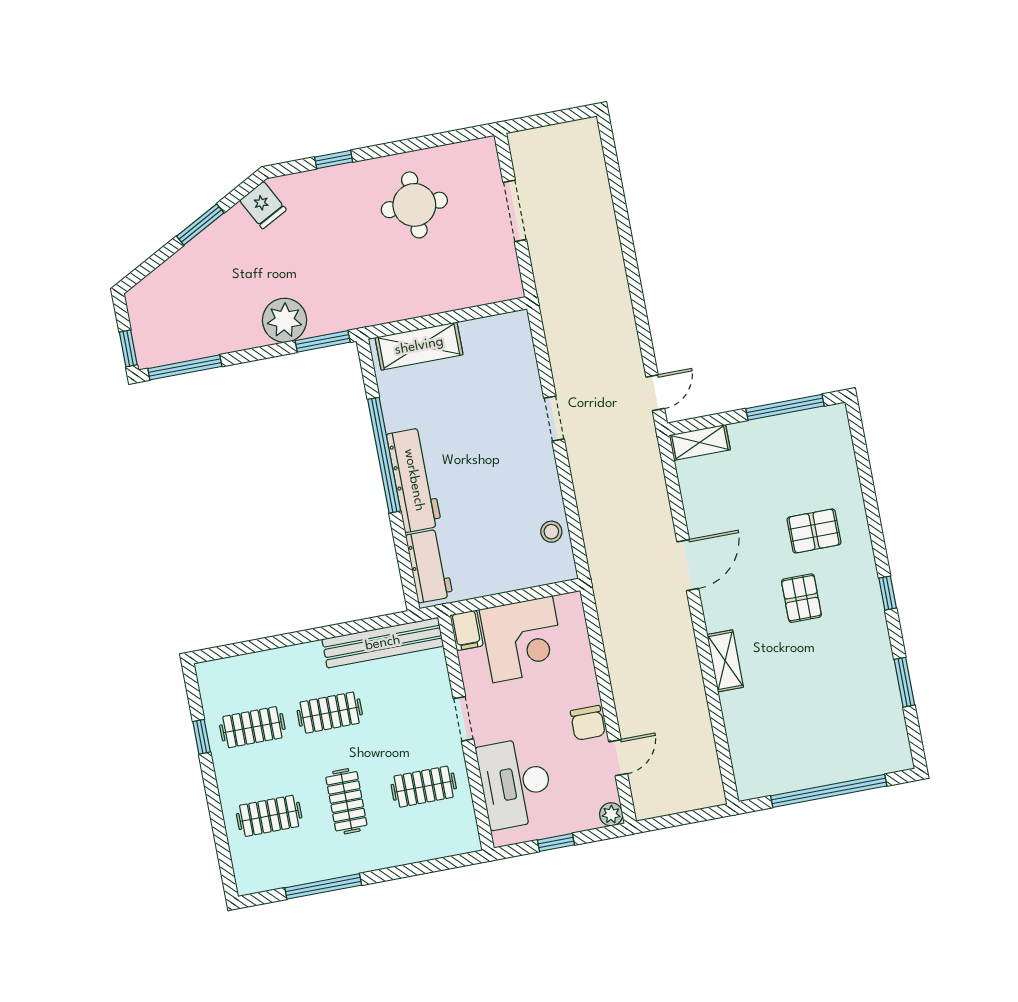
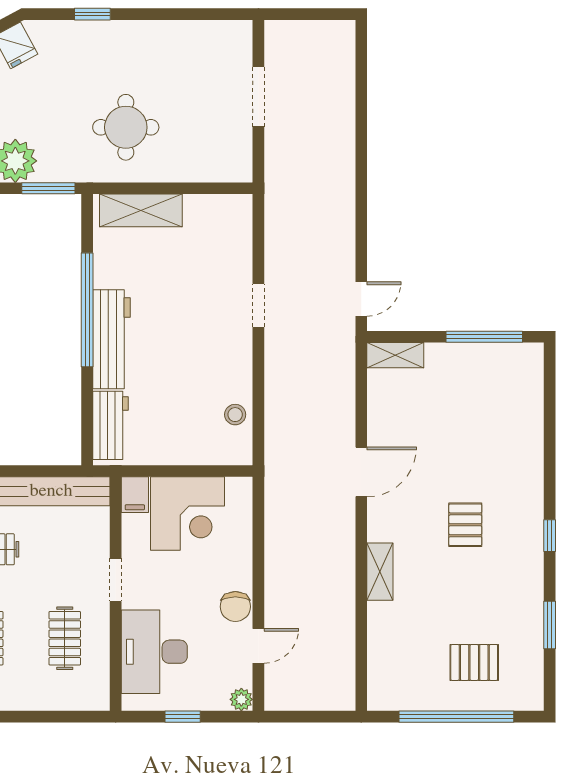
round table: (414, 205) -> (126, 127), moved
pallet: (814, 531) -> (474, 662), moved
clothes rail: (424, 787) -> (65, 638), turned 90

